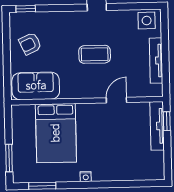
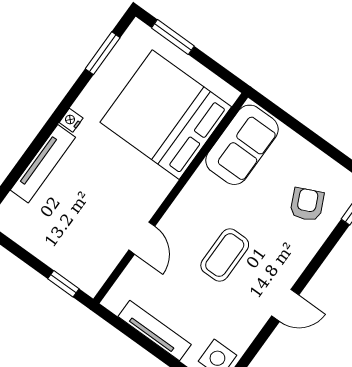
armchair: (30, 44) -> (307, 204), moved
tv unit: (157, 126) -> (43, 164), moved, turned 90
bed: (56, 133) -> (166, 115), width x1.36

